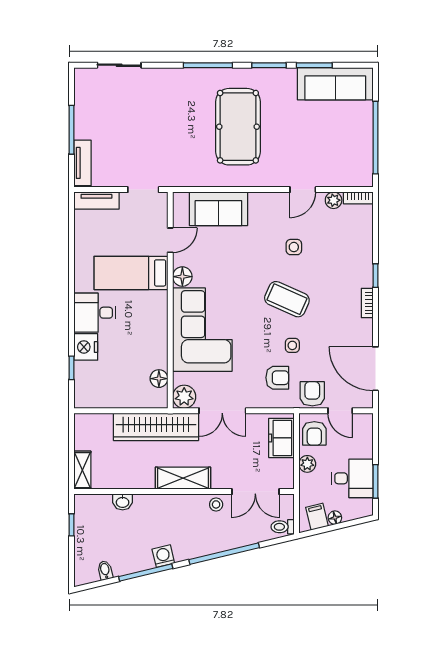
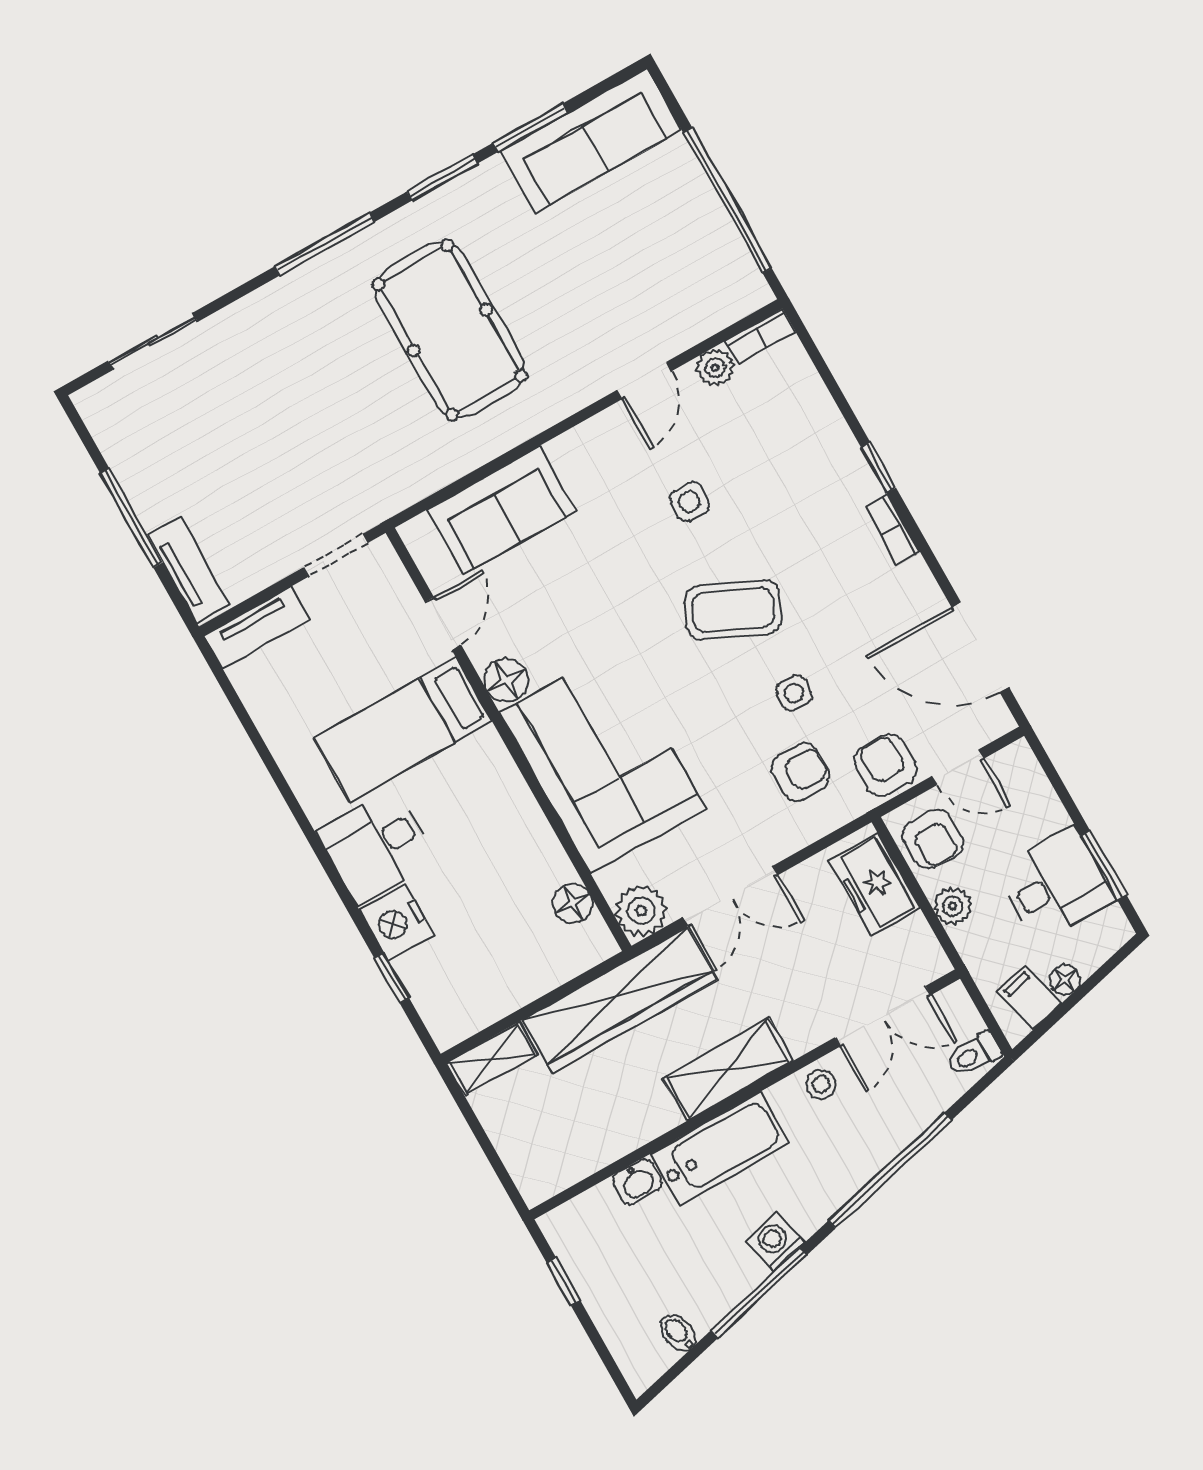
shelving: (82, 470) -> (492, 1059), moved, turned 90
bathtub: (162, 507) -> (720, 1149), added

